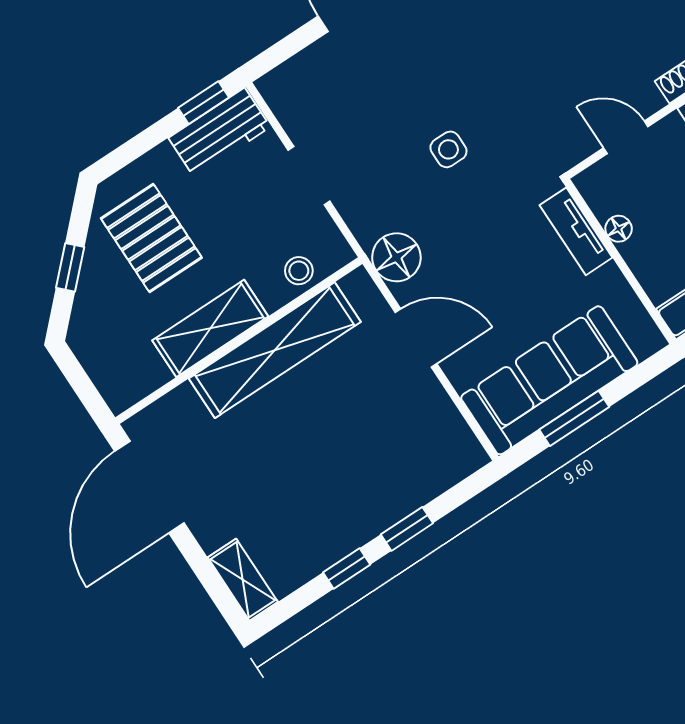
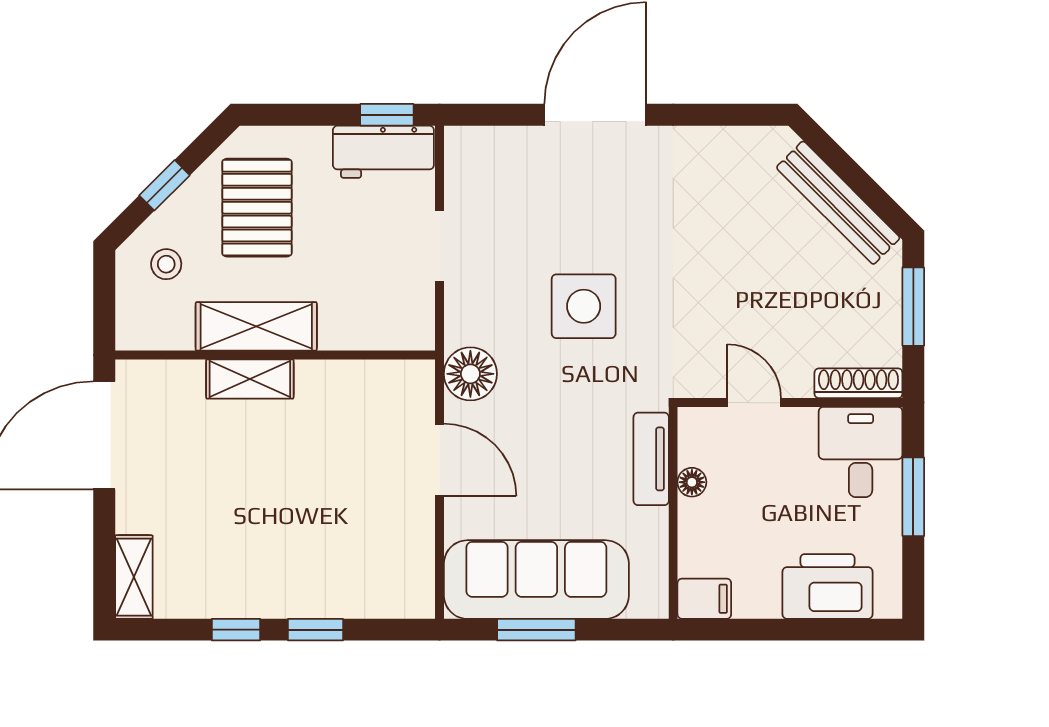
side table: (448, 149) -> (584, 306), width x1.87, depth x1.87
stool: (299, 271) -> (166, 264), moved
shelving: (275, 350) -> (250, 379), width x0.45, depth x0.75

